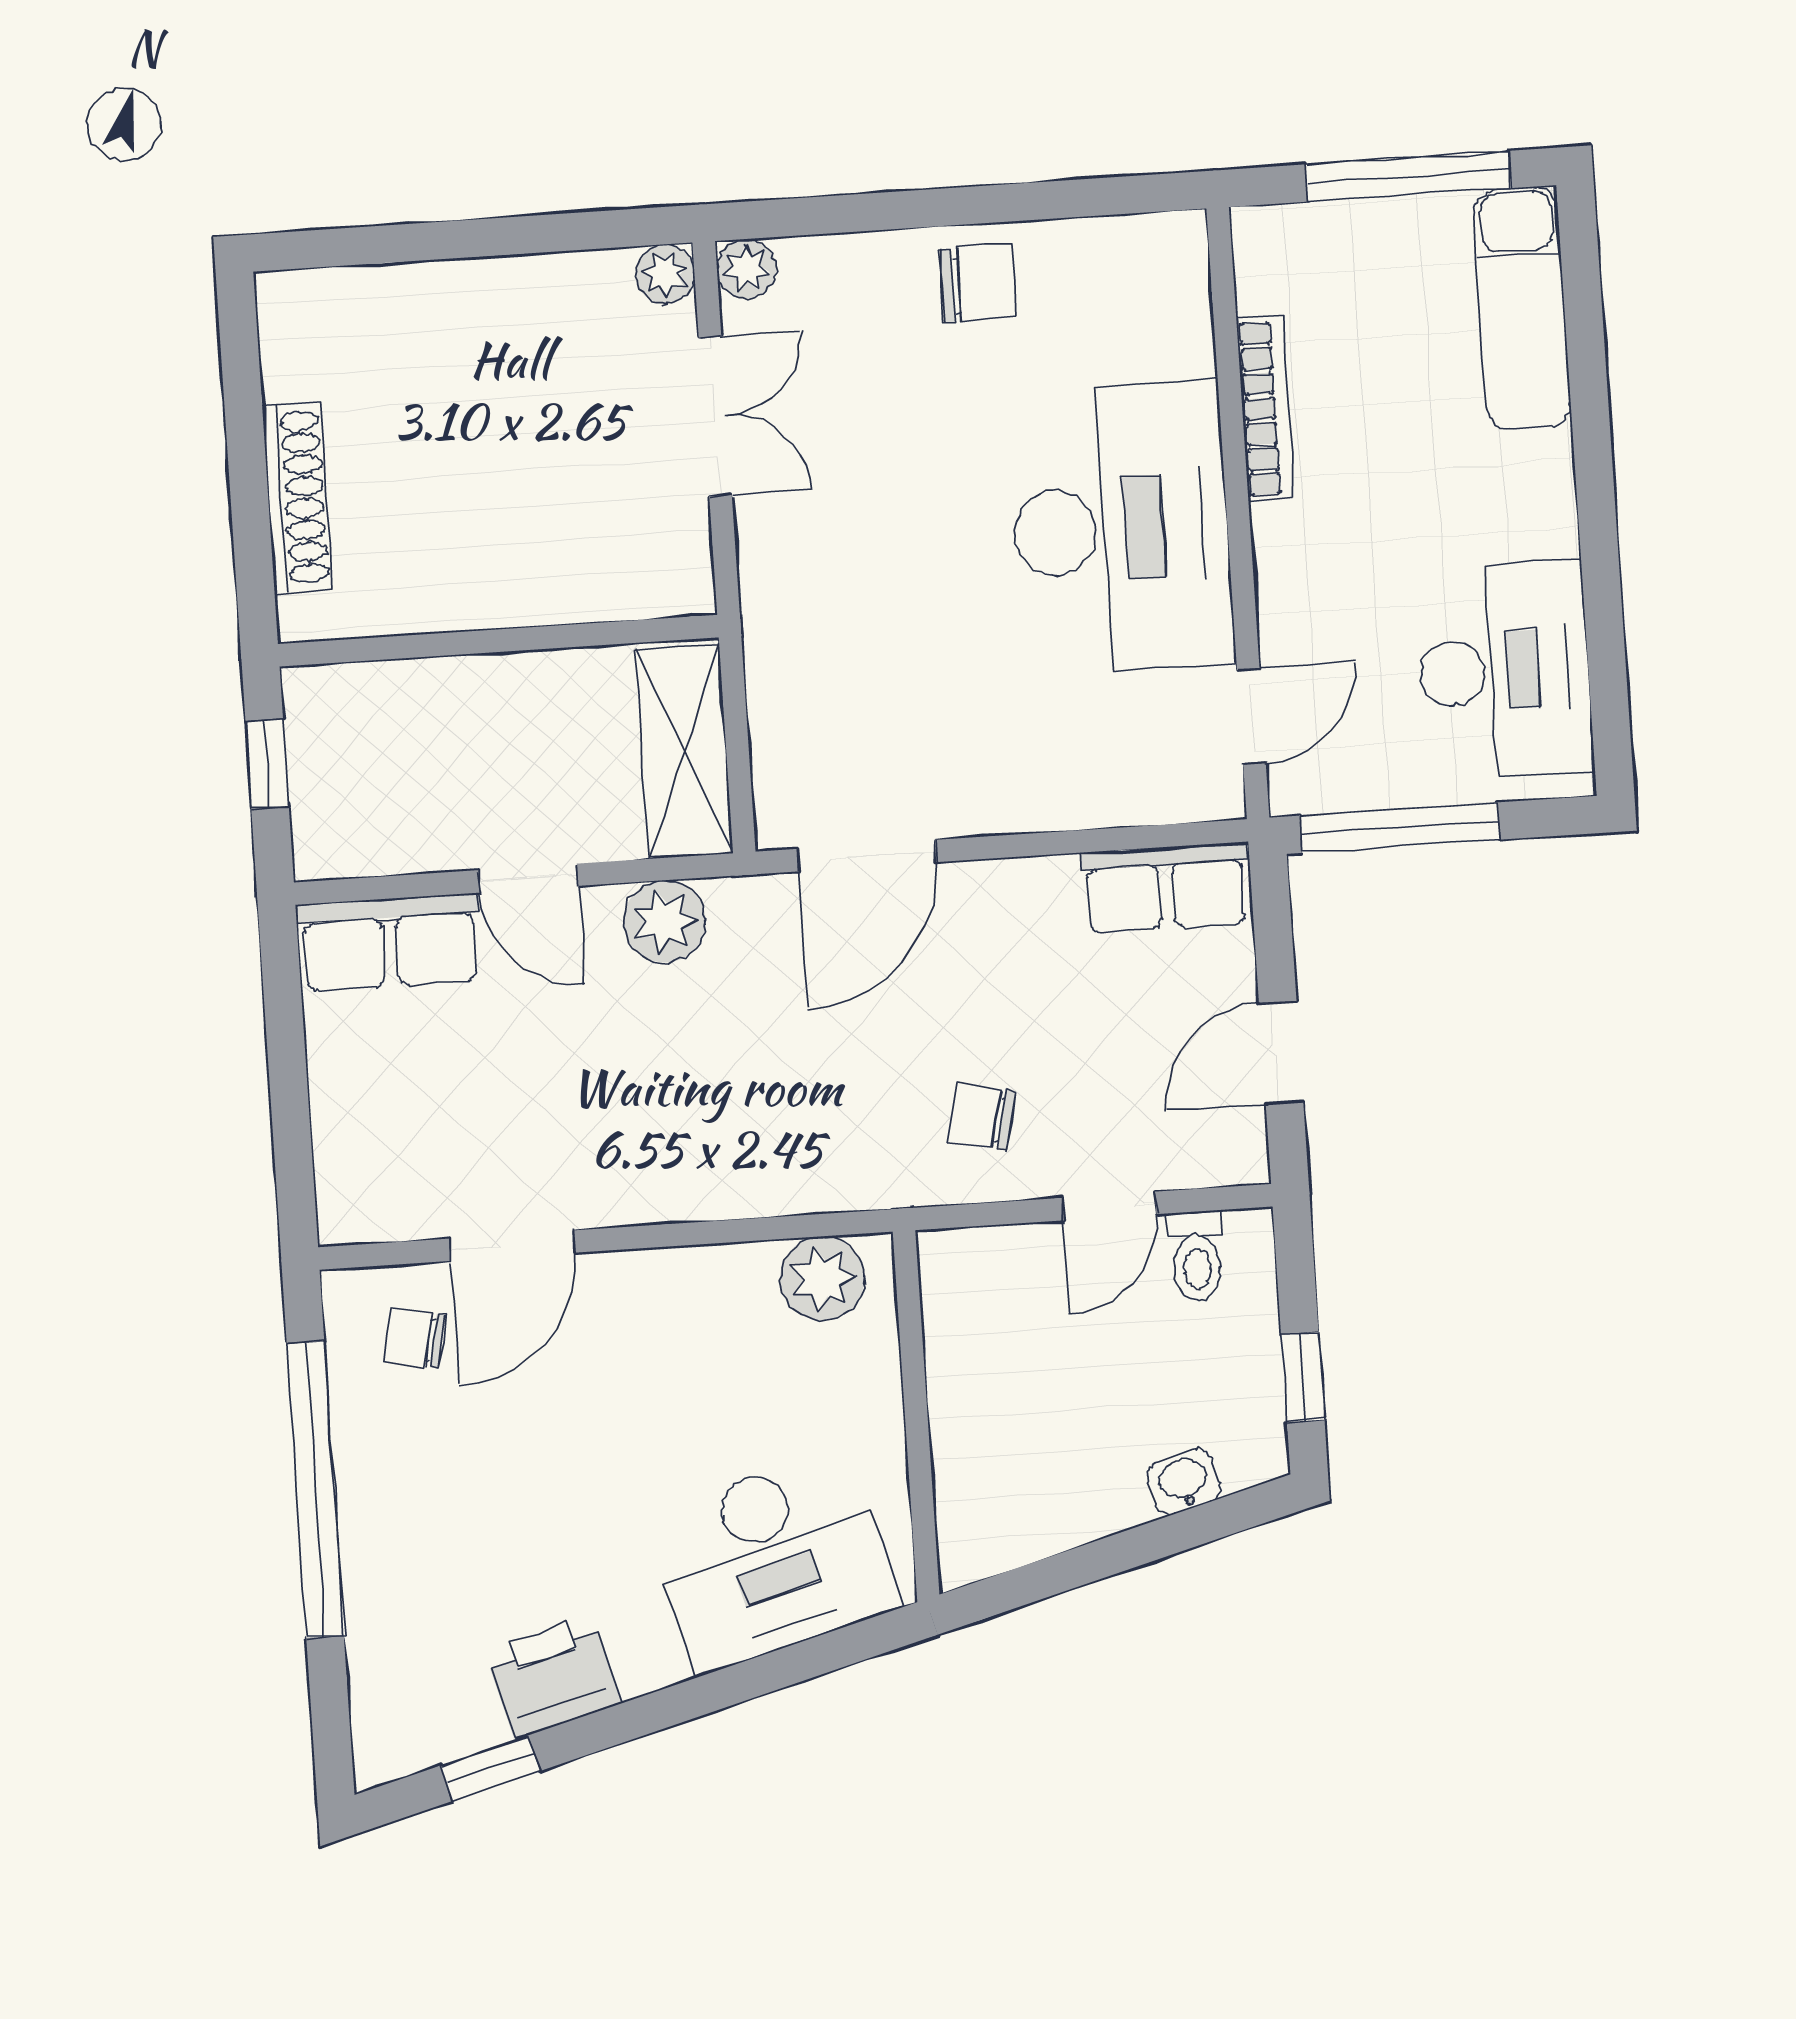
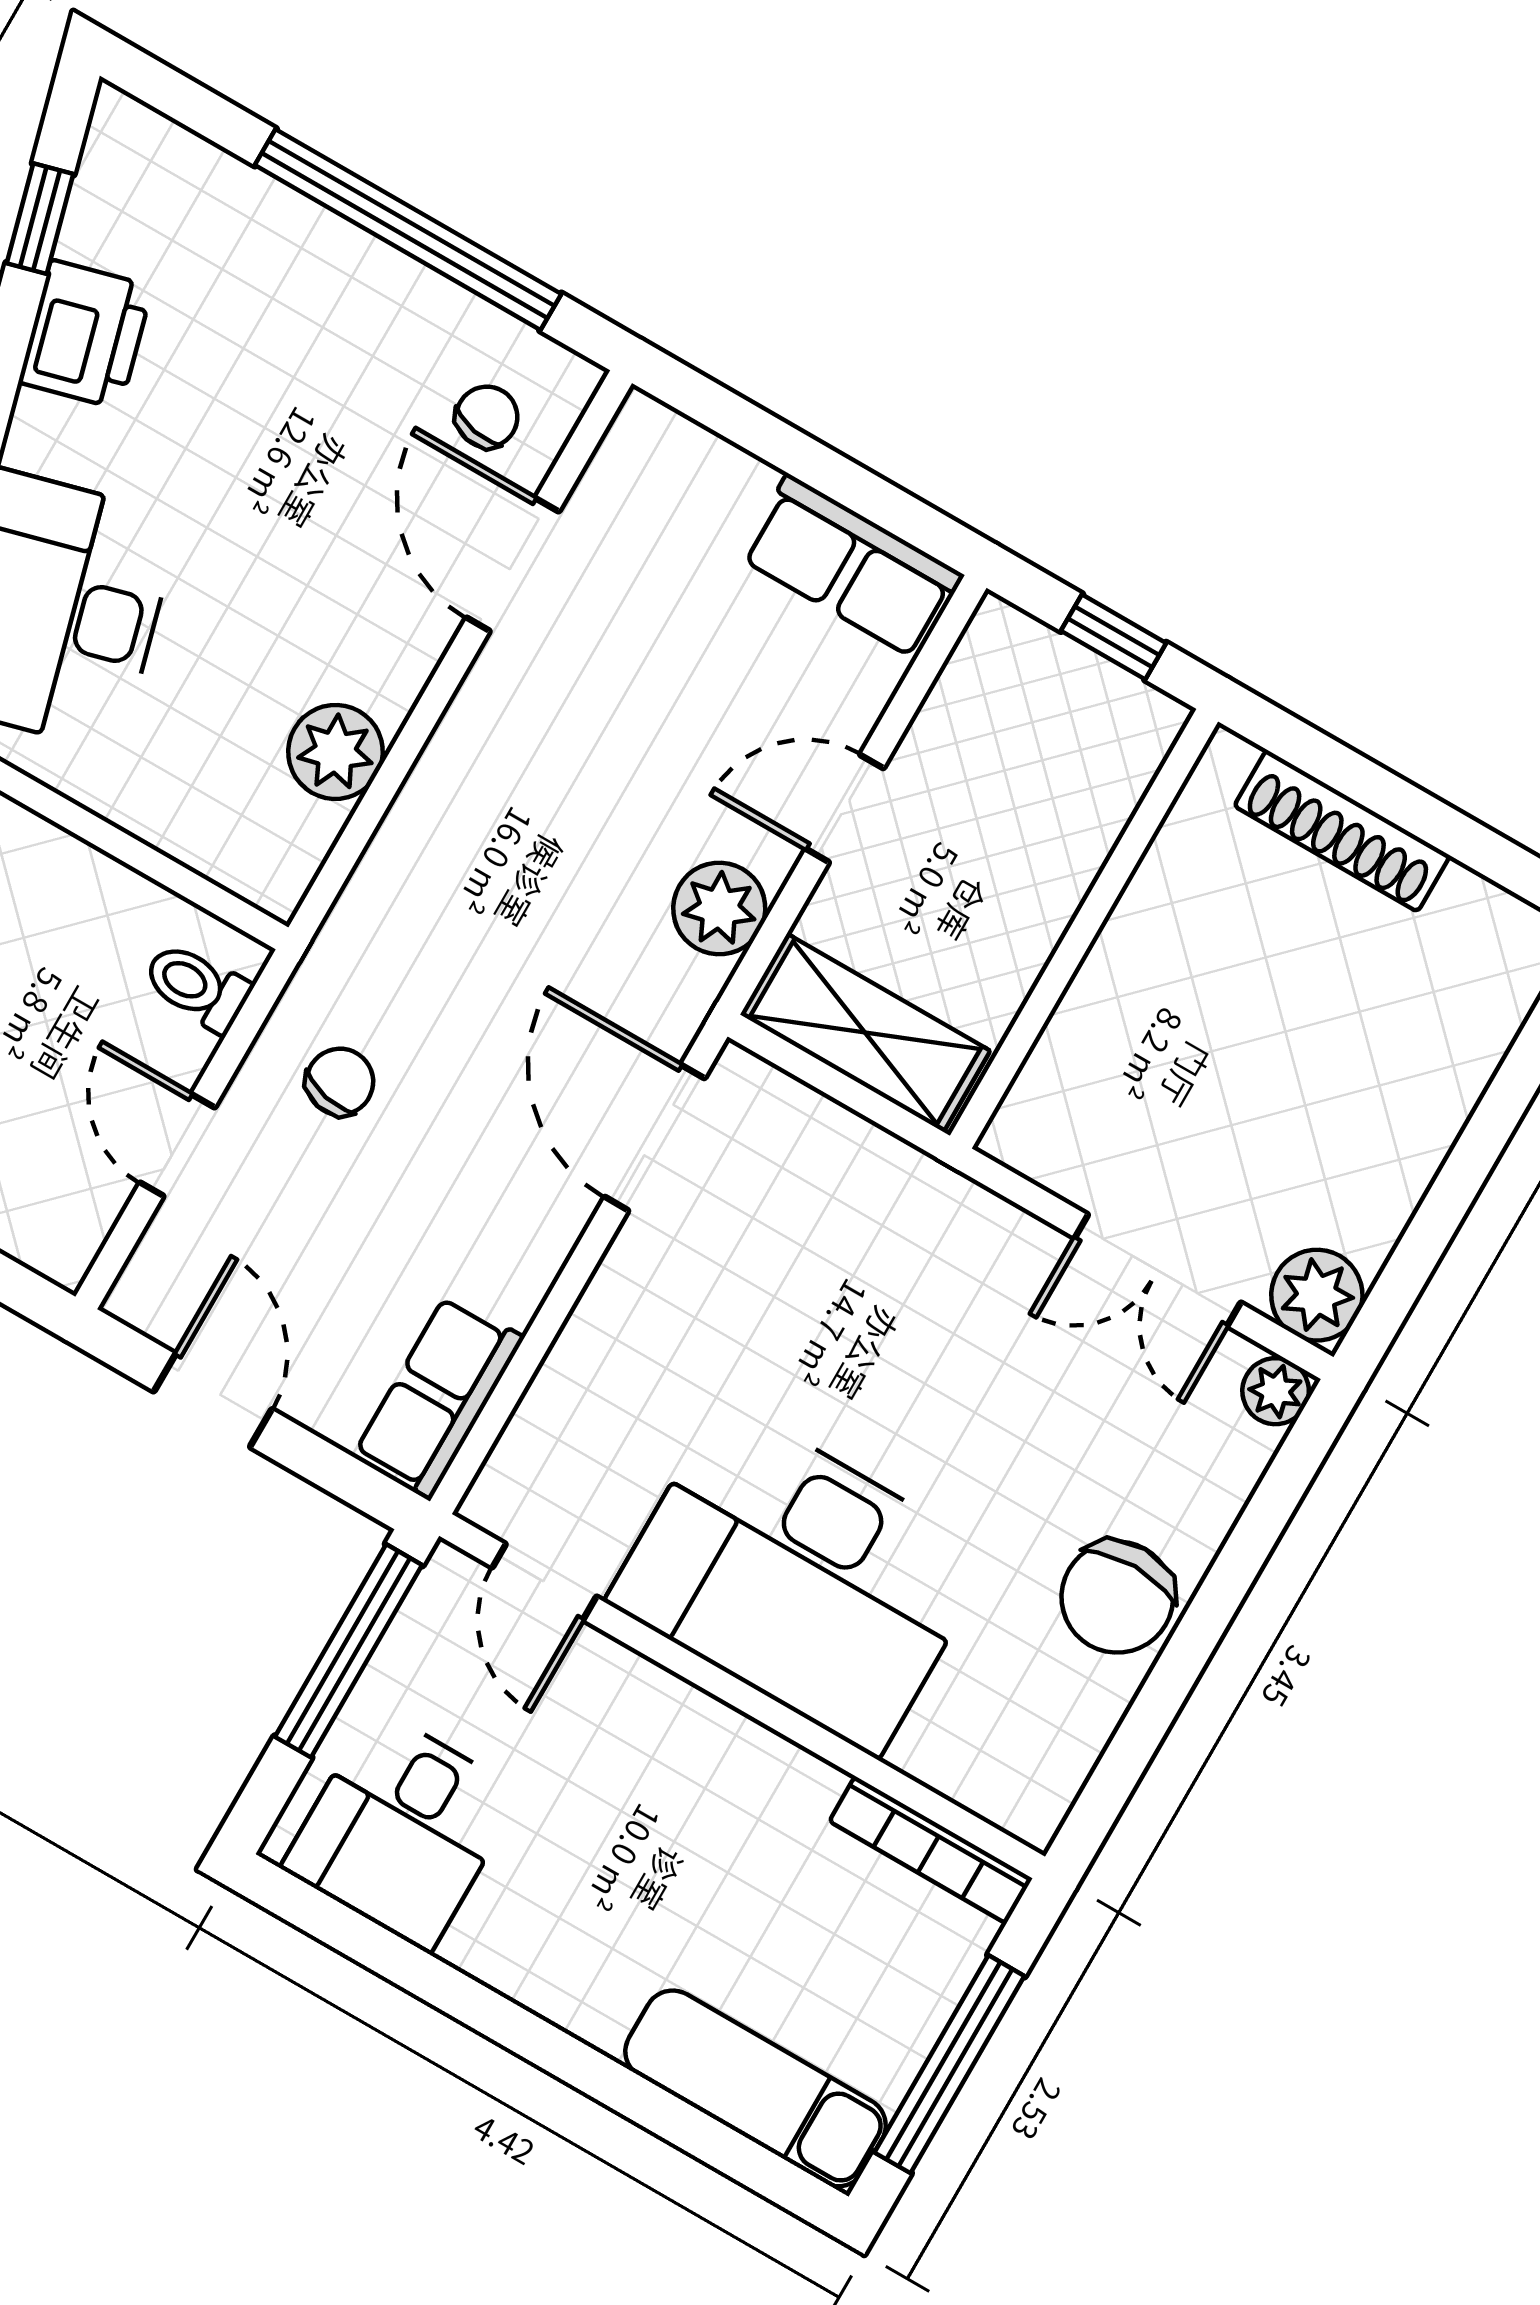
plant: (665, 274) -> (1317, 1295), width x1.38, depth x1.38
chair: (978, 284) -> (1117, 1597), width x1.37, depth x1.37
bookcase: (1266, 409) -> (931, 1850), moved
desk: (1504, 670) -> (402, 1830), width x0.73
row of seats: (389, 942) -> (852, 566), moved, turned -90
toilet: (1196, 1256) -> (197, 987), moved
plant: (822, 1279) -> (335, 752), moved

